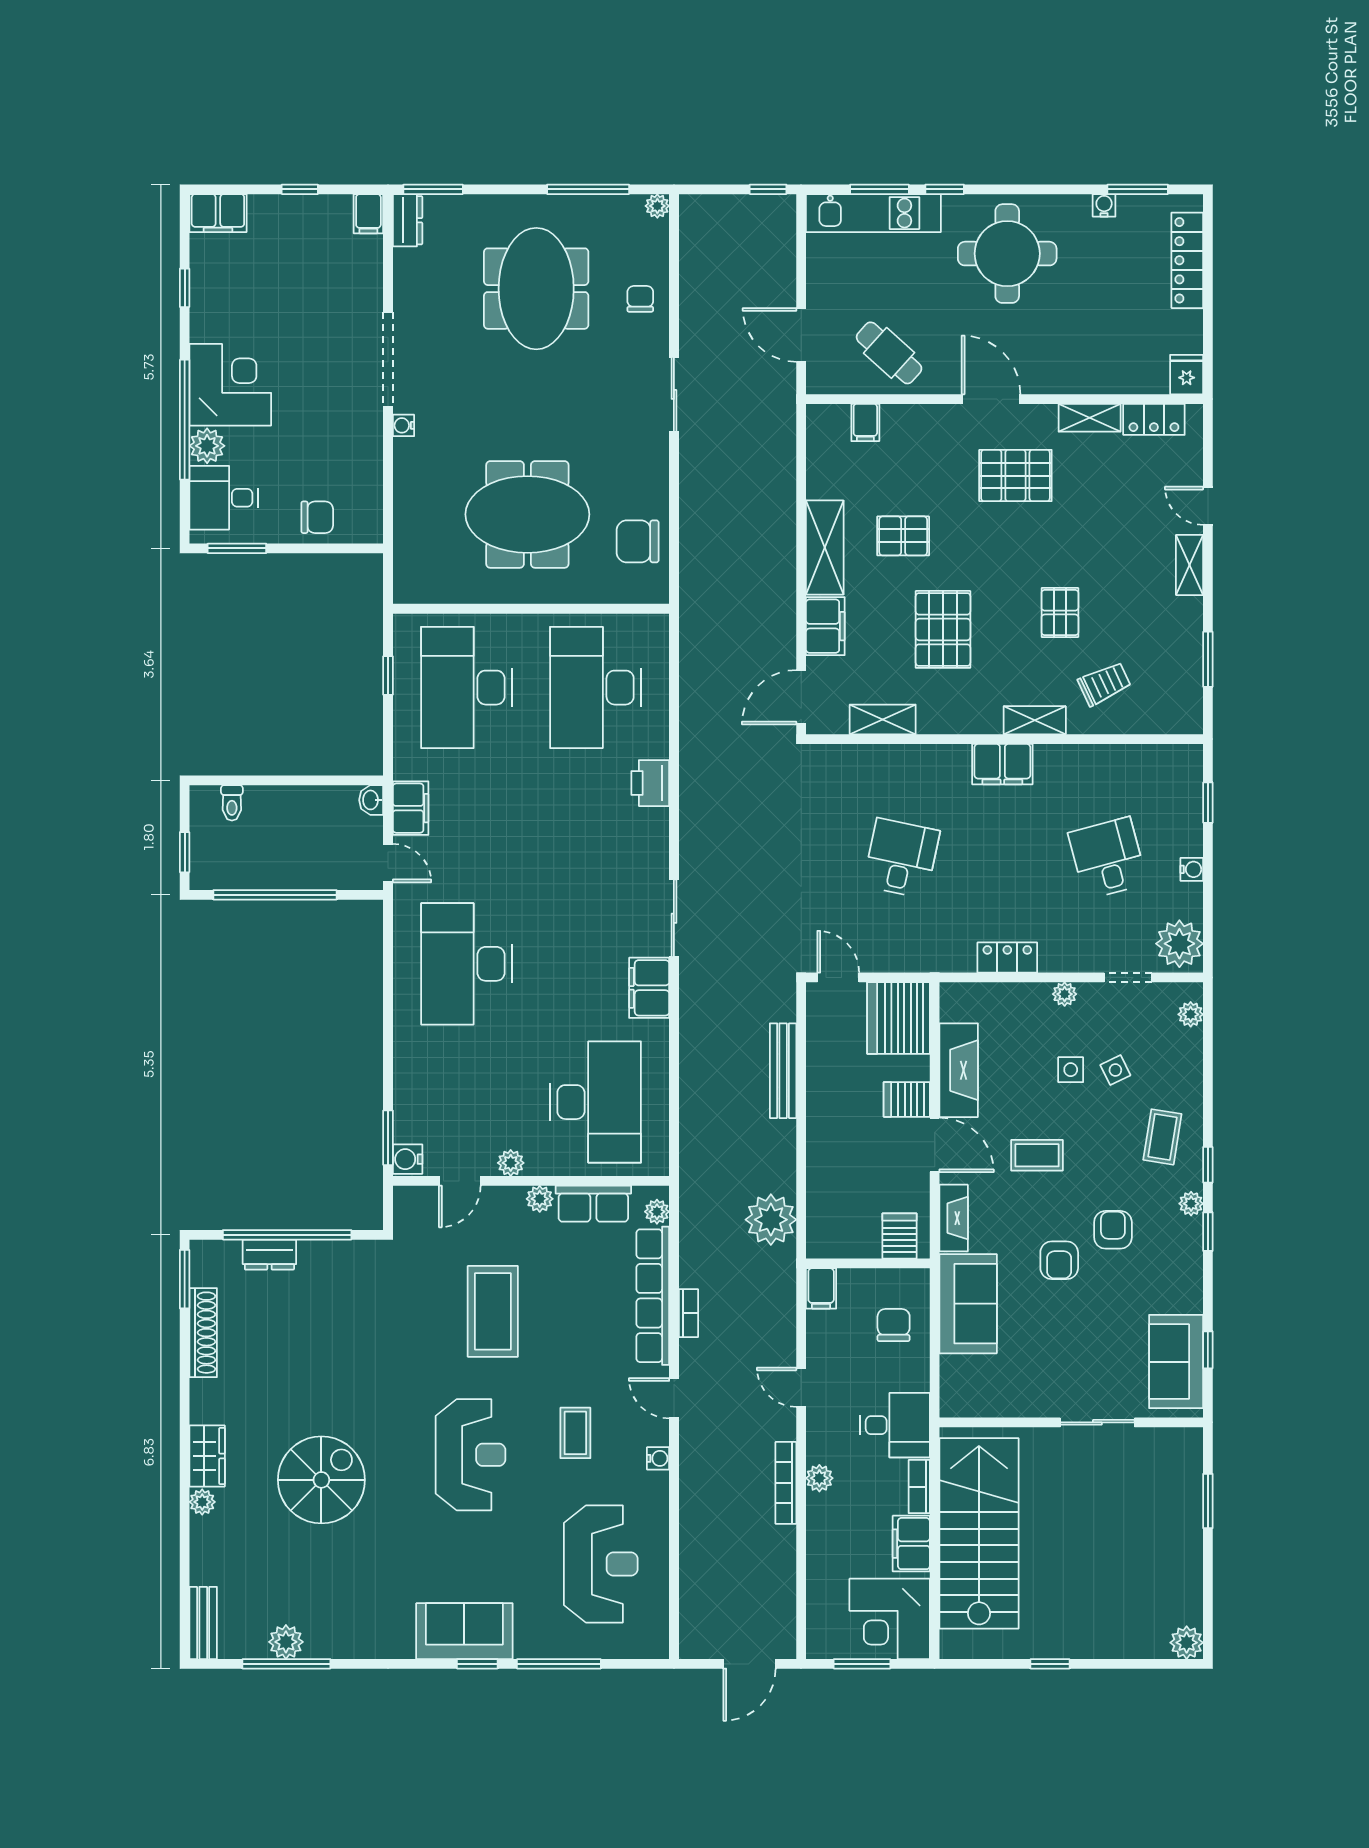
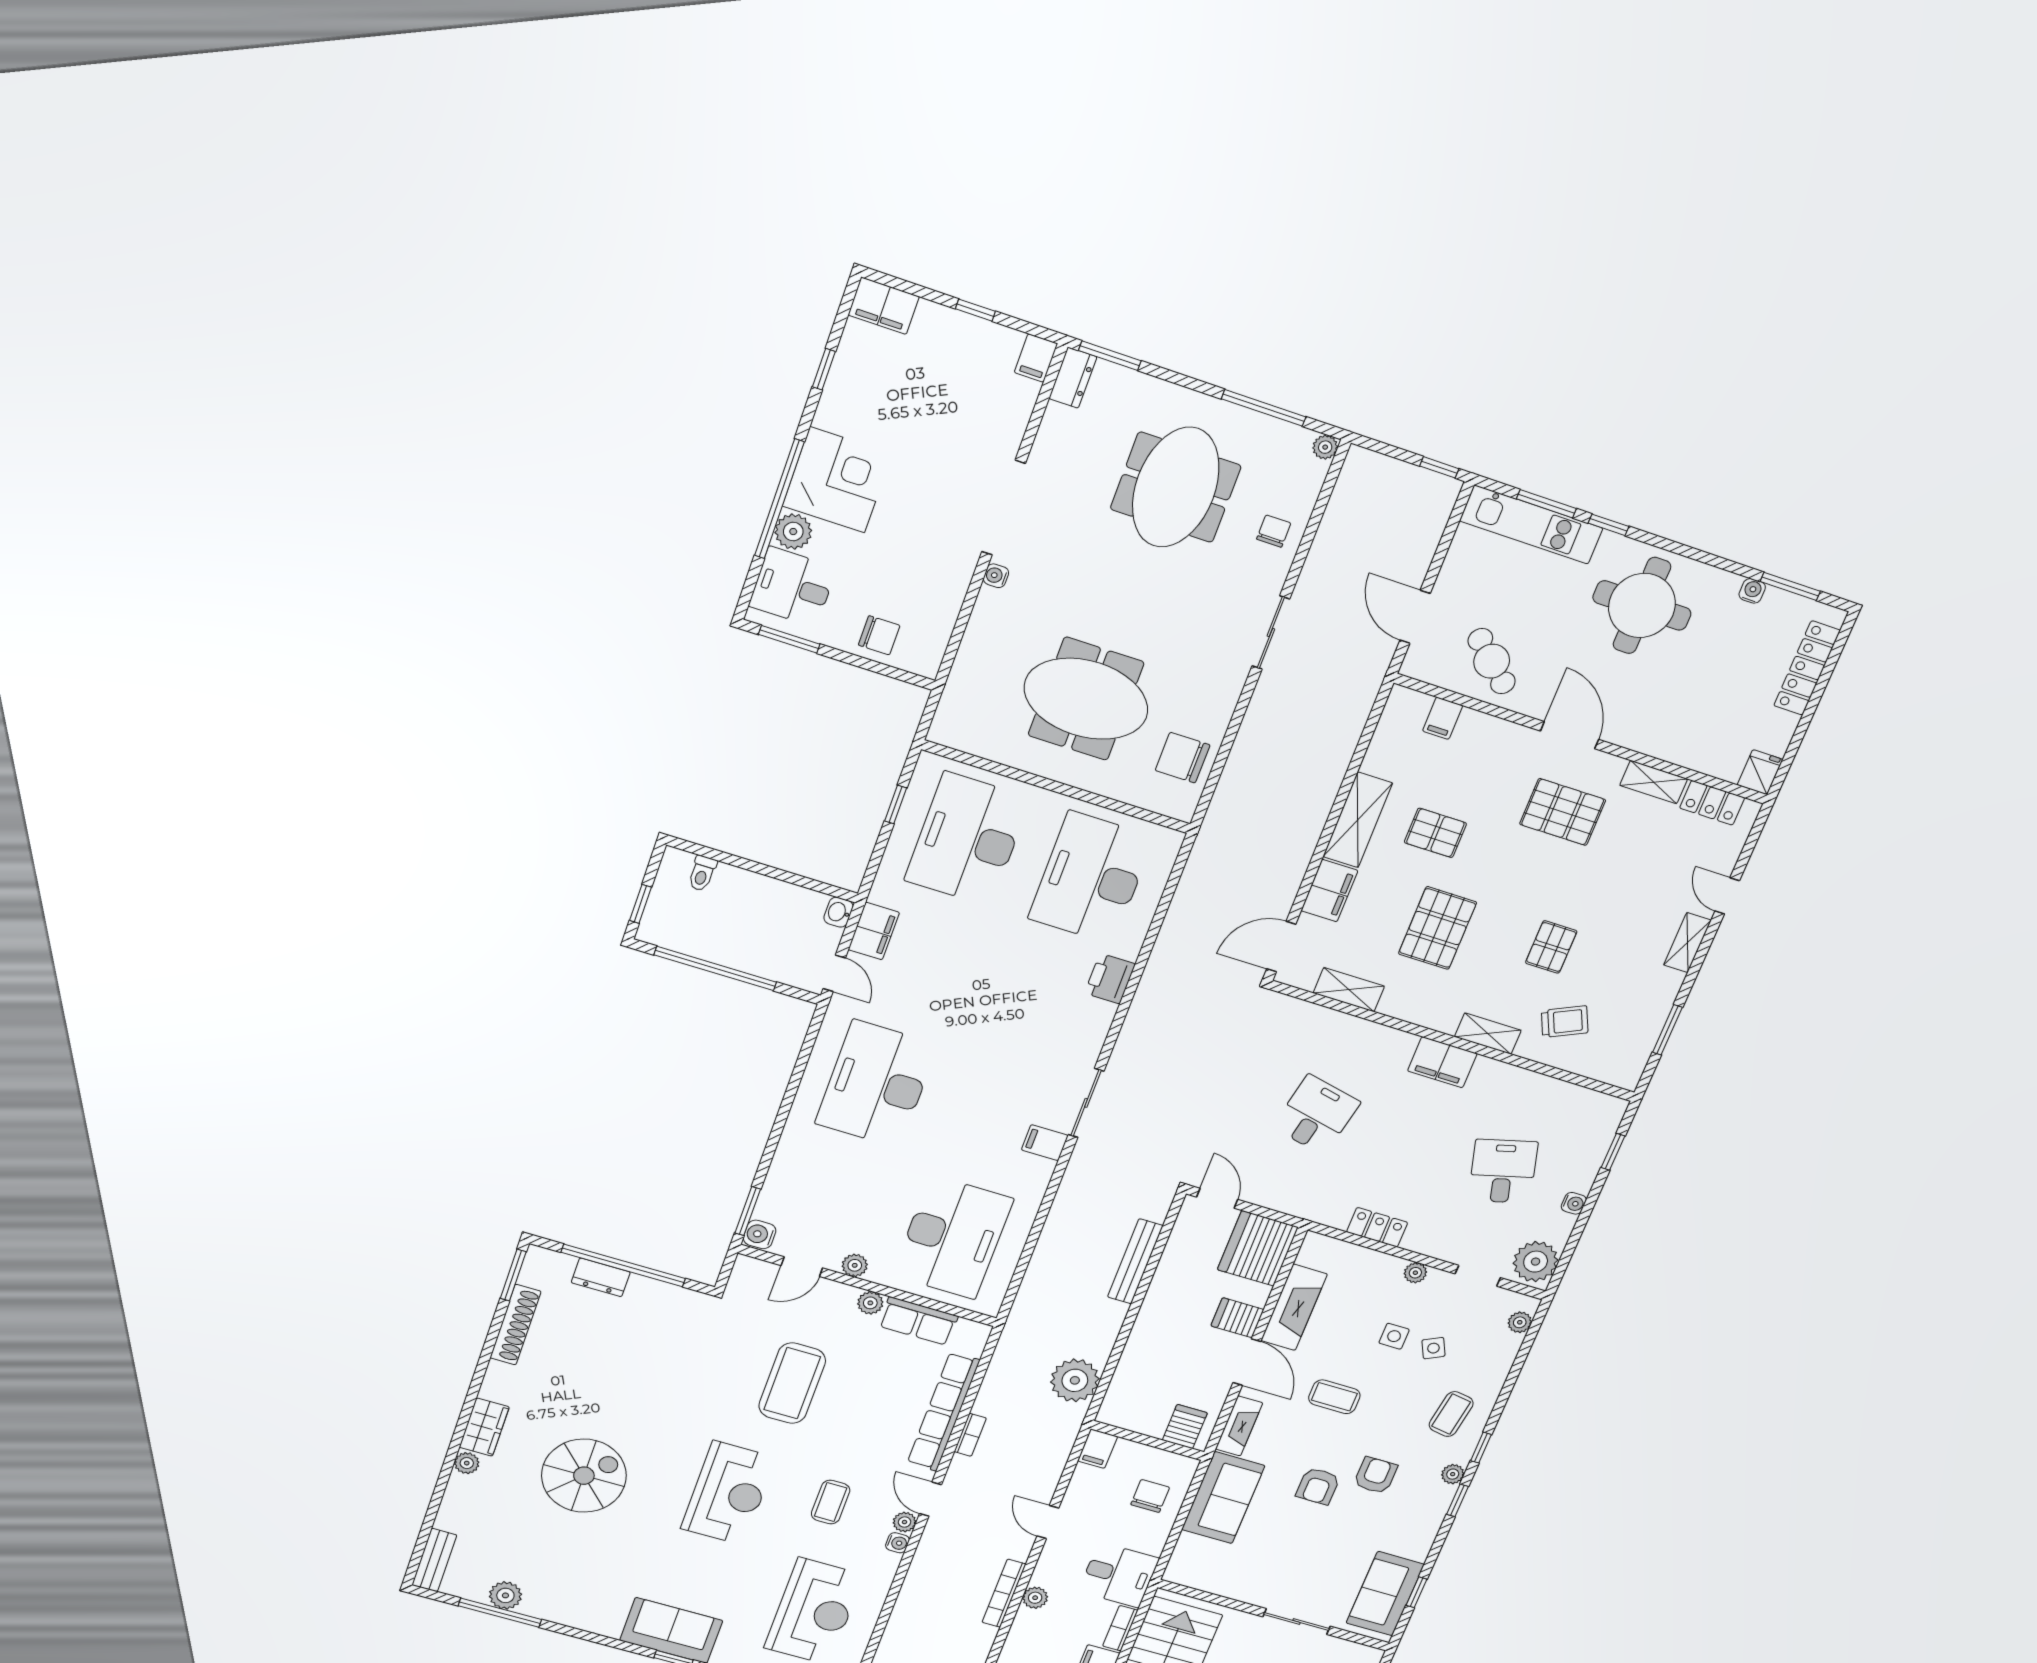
filing cabinet: (649, 988) -> (1045, 1143), width x0.50
plant: (657, 1212) -> (904, 1522), moved

